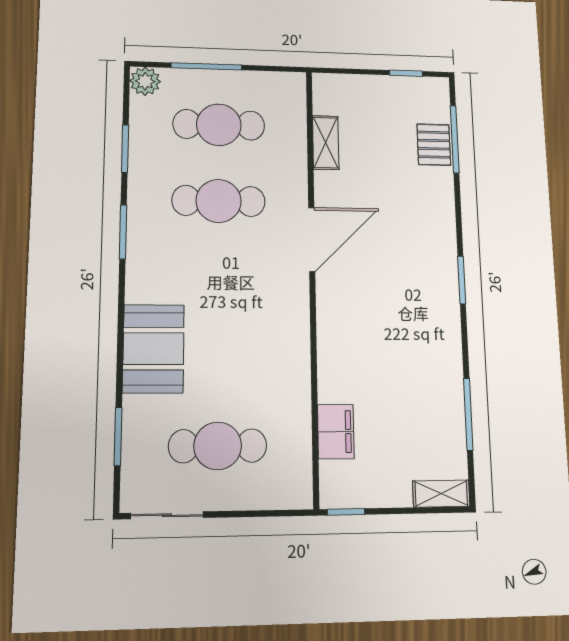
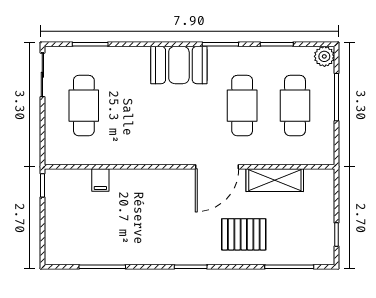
shelving: (326, 143) -> (275, 180), width x1.50, depth x1.33
pallet: (434, 145) -> (244, 234), moved, width x1.50, depth x1.42
door: (312, 239) -> (217, 167), hinge flipped
booth: (153, 349) -> (179, 65), moved
filing cabinet: (336, 432) -> (100, 180), width x0.50
shelving: (441, 494) -> (52, 247), removed

